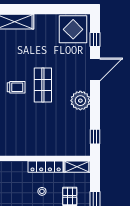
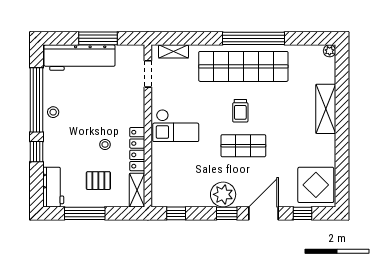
door: (95, 70) -> (263, 213), swing flipped
window: (95, 98) -> (227, 213), added
checkout: (27, 137) -> (176, 126), added

